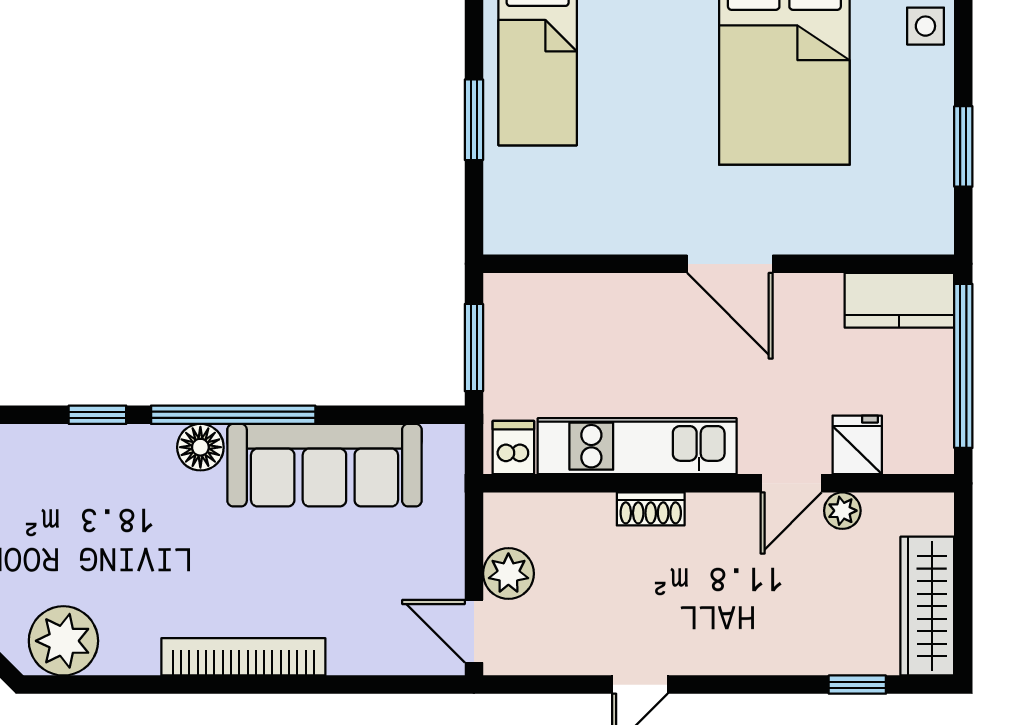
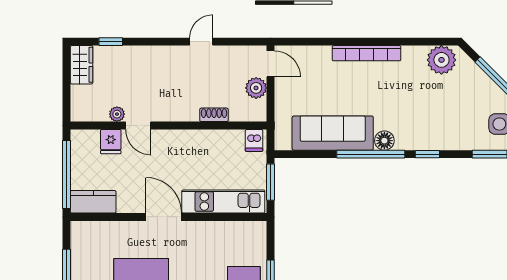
kitchen unit: (637, 446) -> (223, 201), moved, turned 180
door: (791, 483) -> (138, 126), swing flipped
shoe rack: (651, 509) -> (214, 115), moved
wardrobe: (927, 606) -> (82, 65), width x0.67

